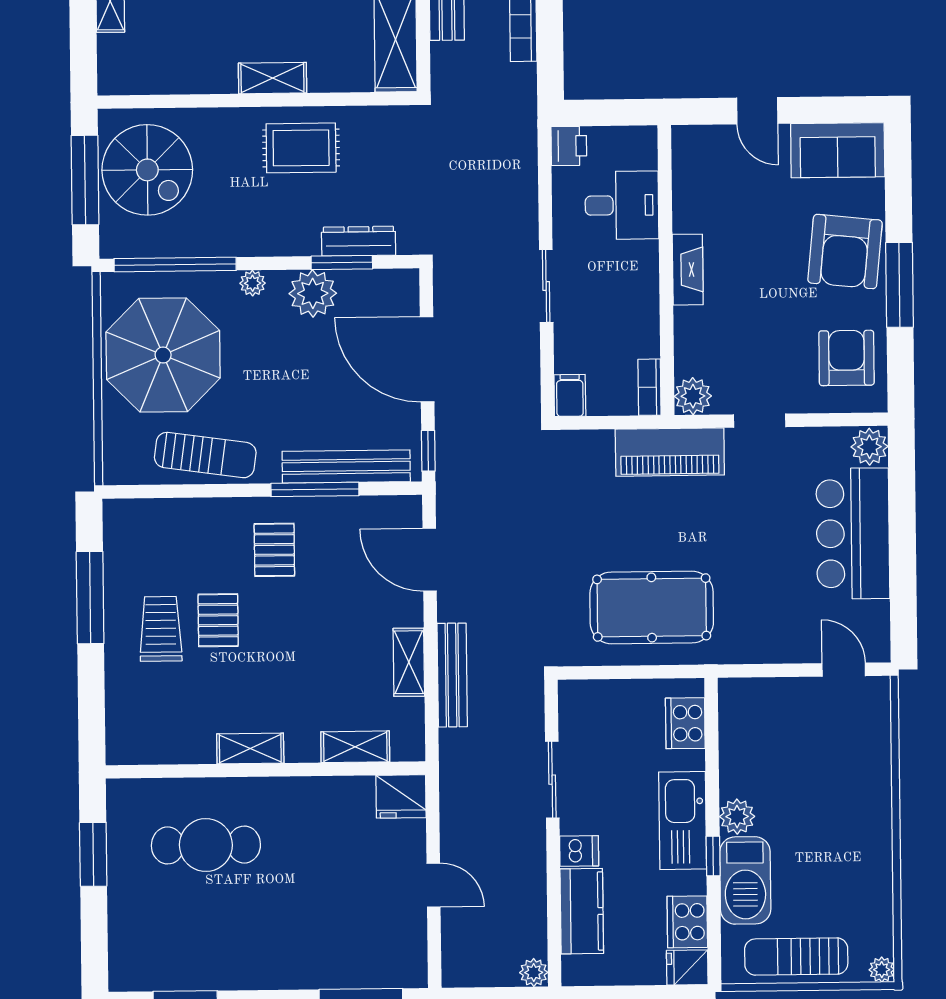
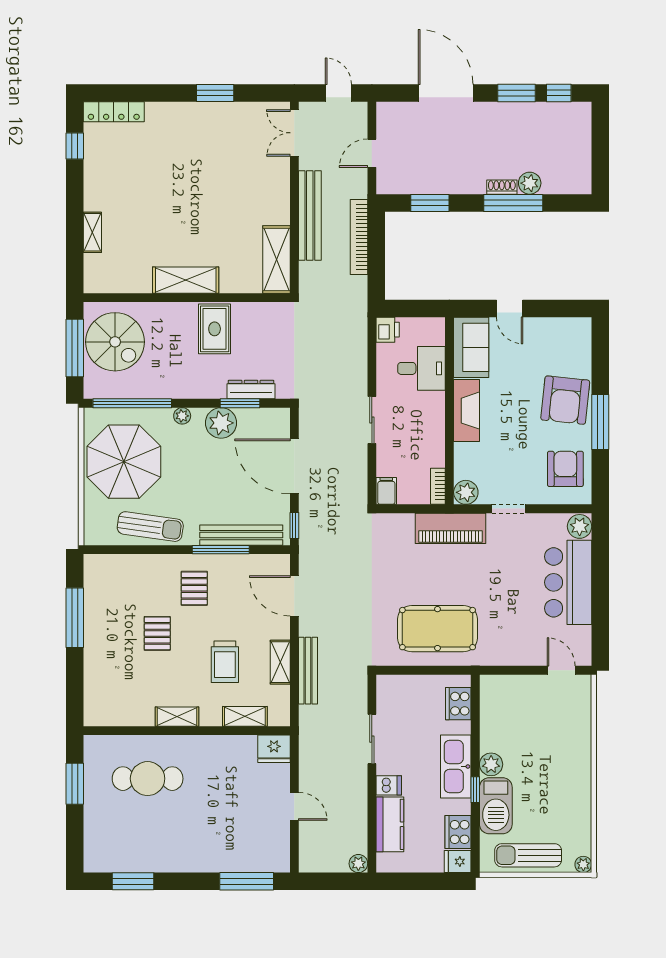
shelving: (272, 78) -> (186, 280), width x1.50, depth x1.33
rug: (301, 148) -> (215, 329), turned 90
sofa: (838, 150) -> (471, 347), moved, turned -90
fireplace: (688, 270) -> (467, 411), width x1.37, depth x1.32
trolley: (161, 629) -> (225, 662), moved, turned 180

